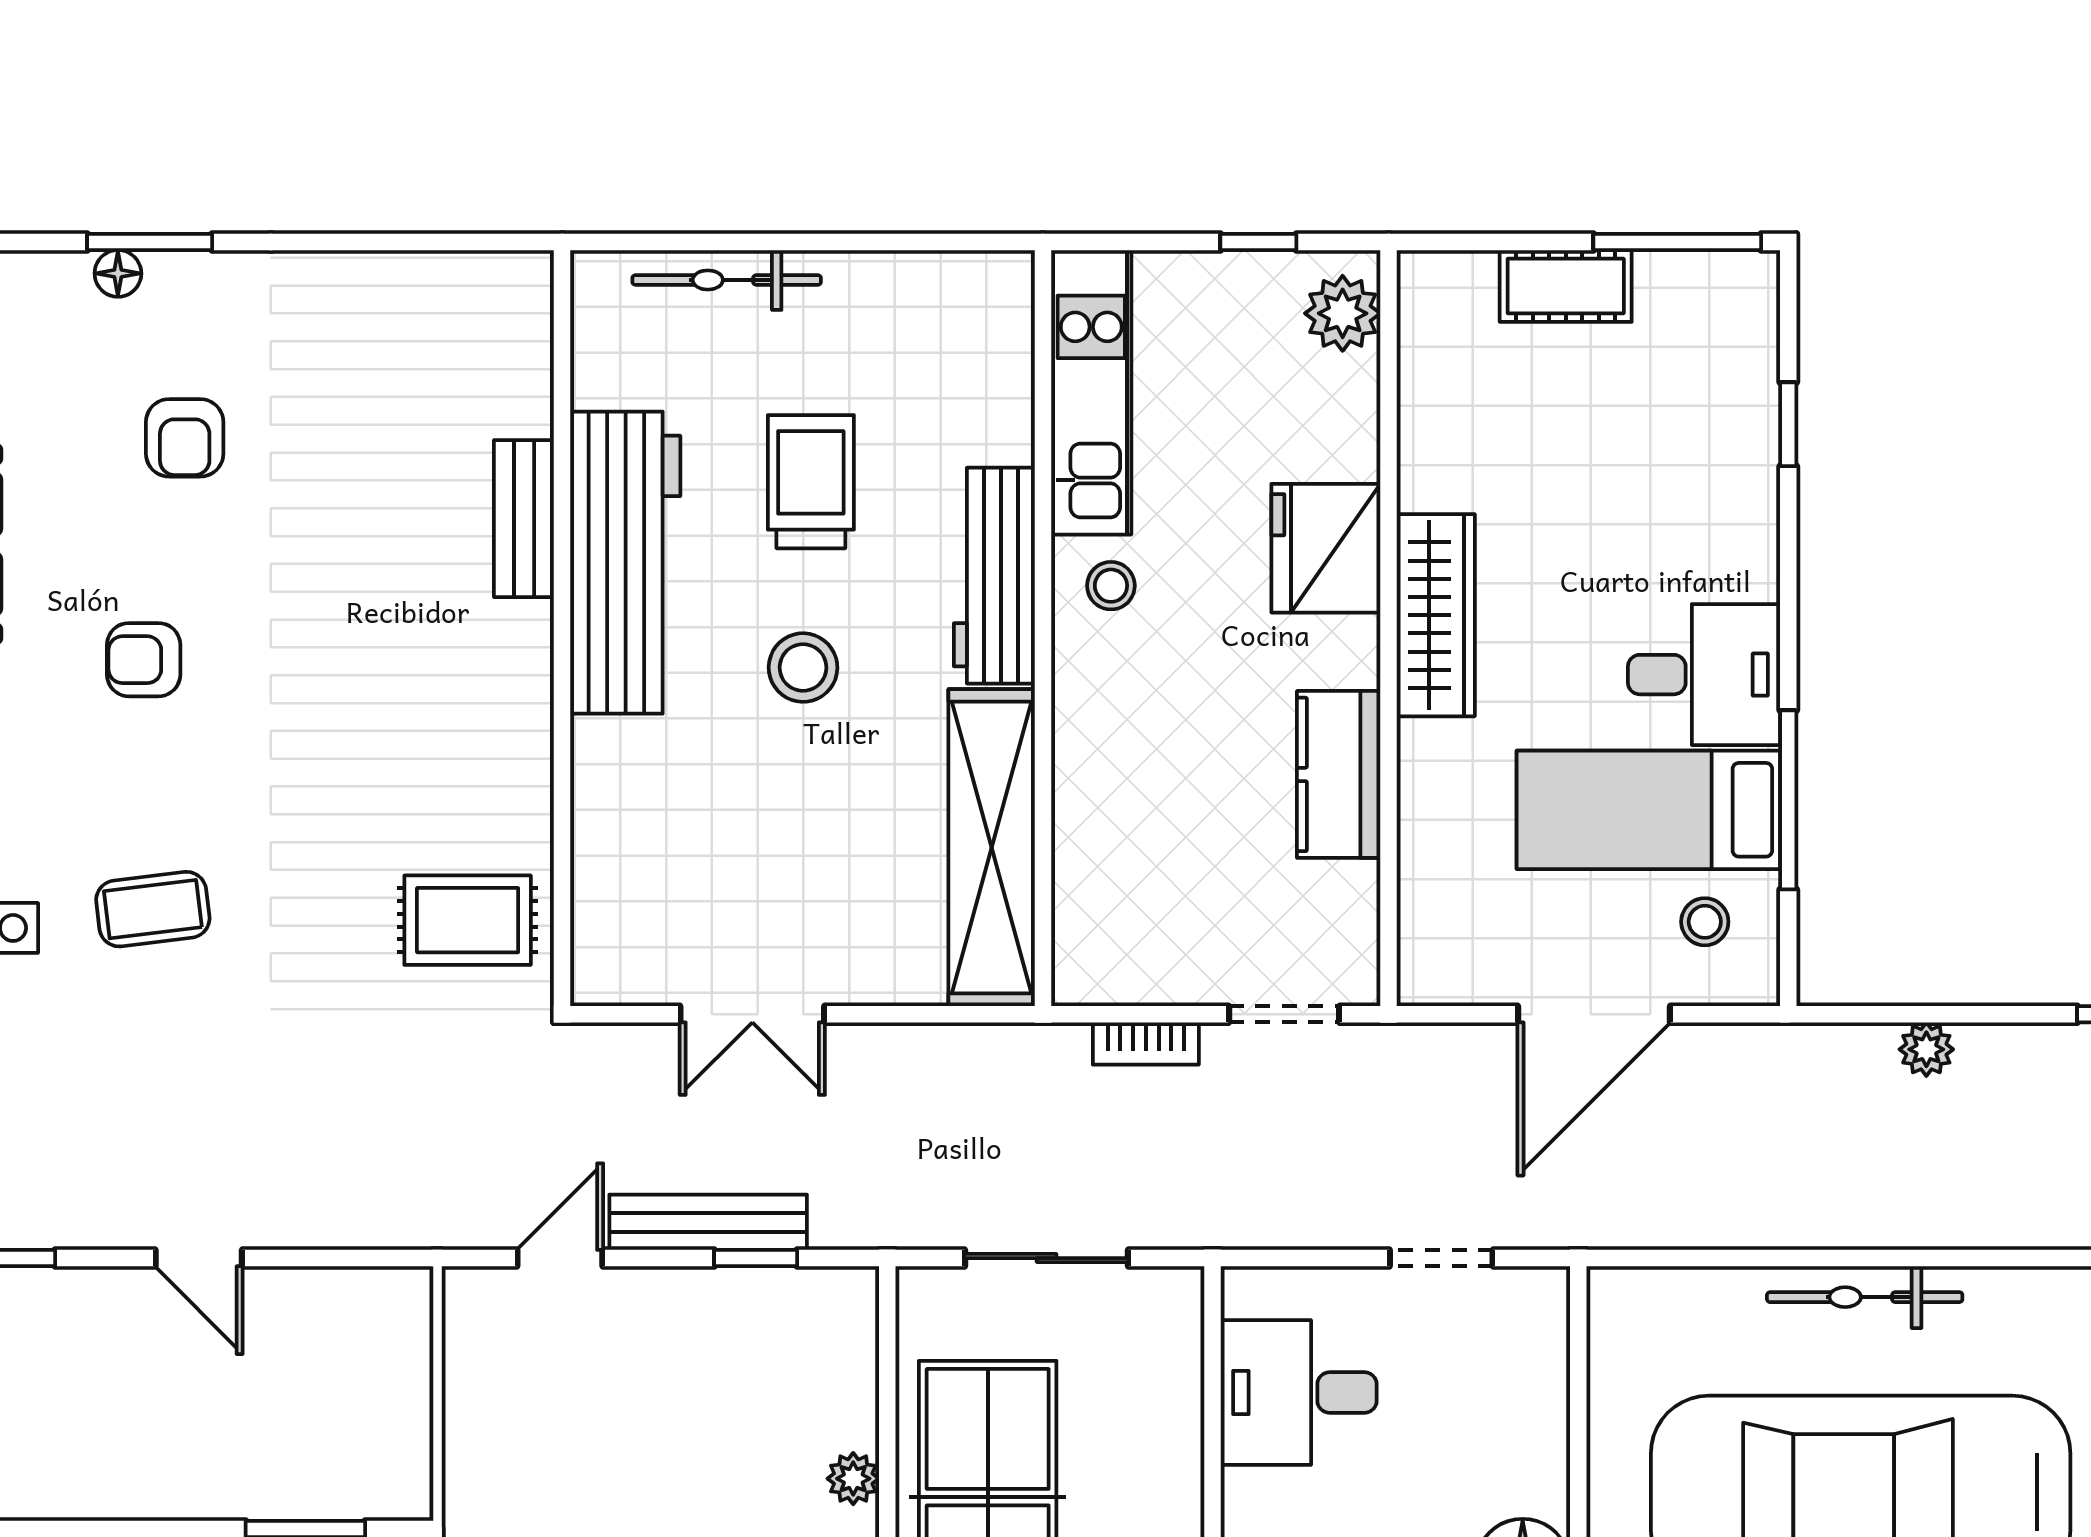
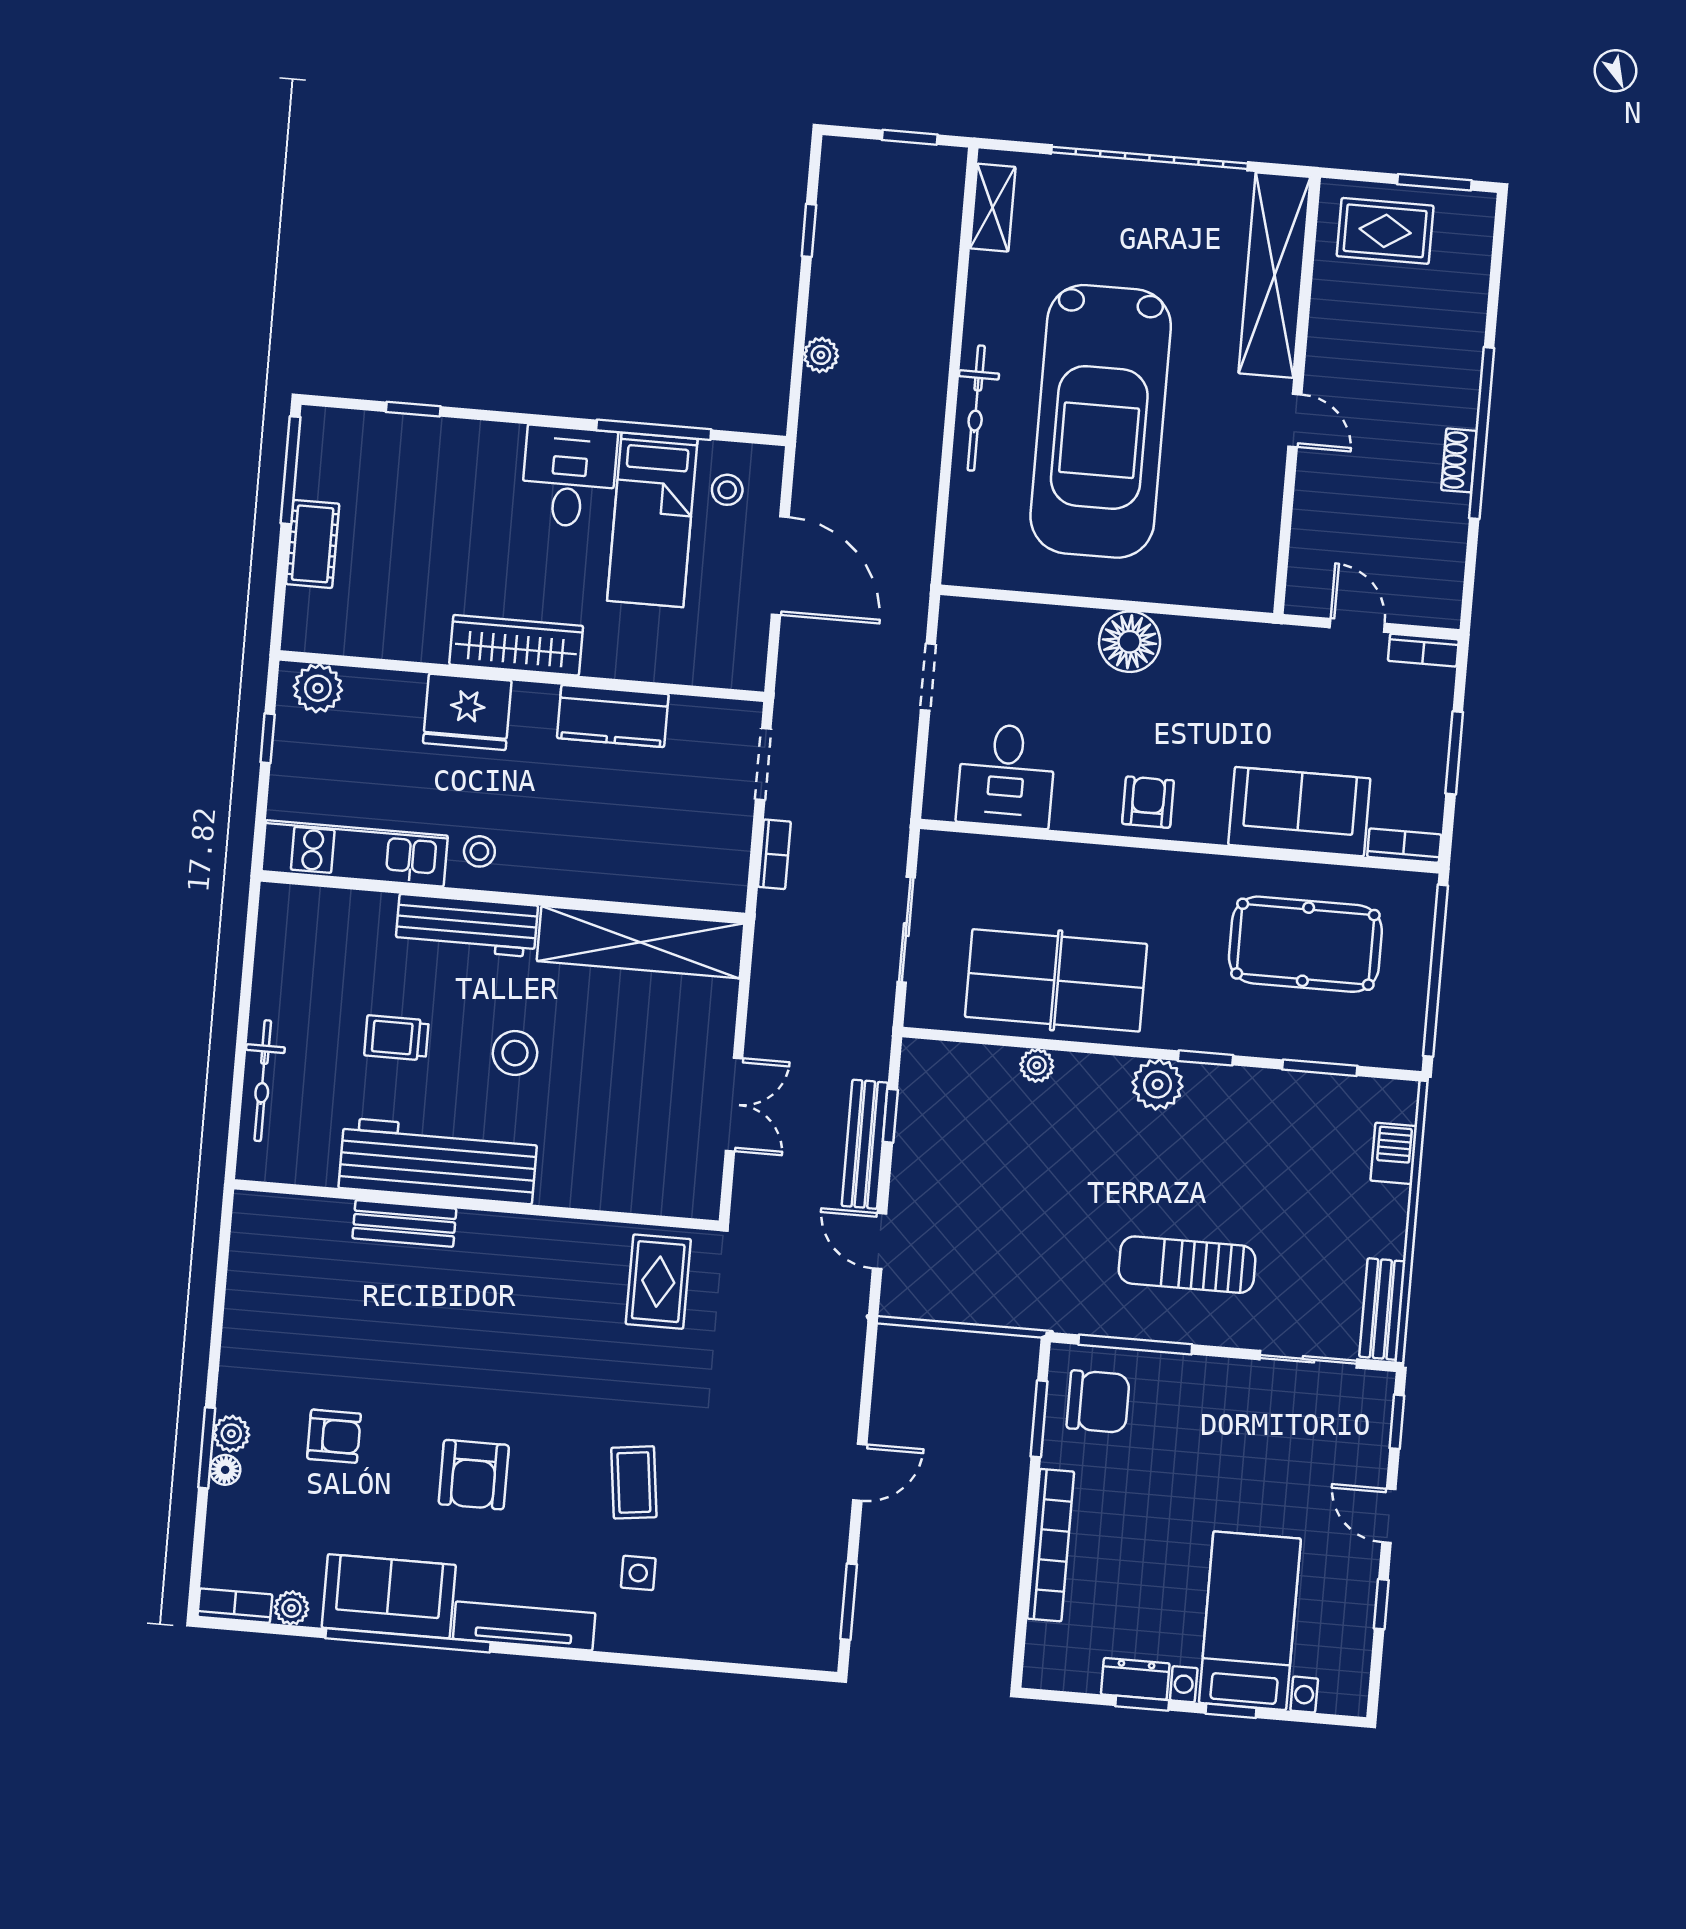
plant: (175, 278) -> (231, 1434), added
trolley: (811, 482) -> (396, 1038), width x0.73, depth x0.72
armchair: (144, 660) -> (474, 1475), width x1.38, depth x1.38

